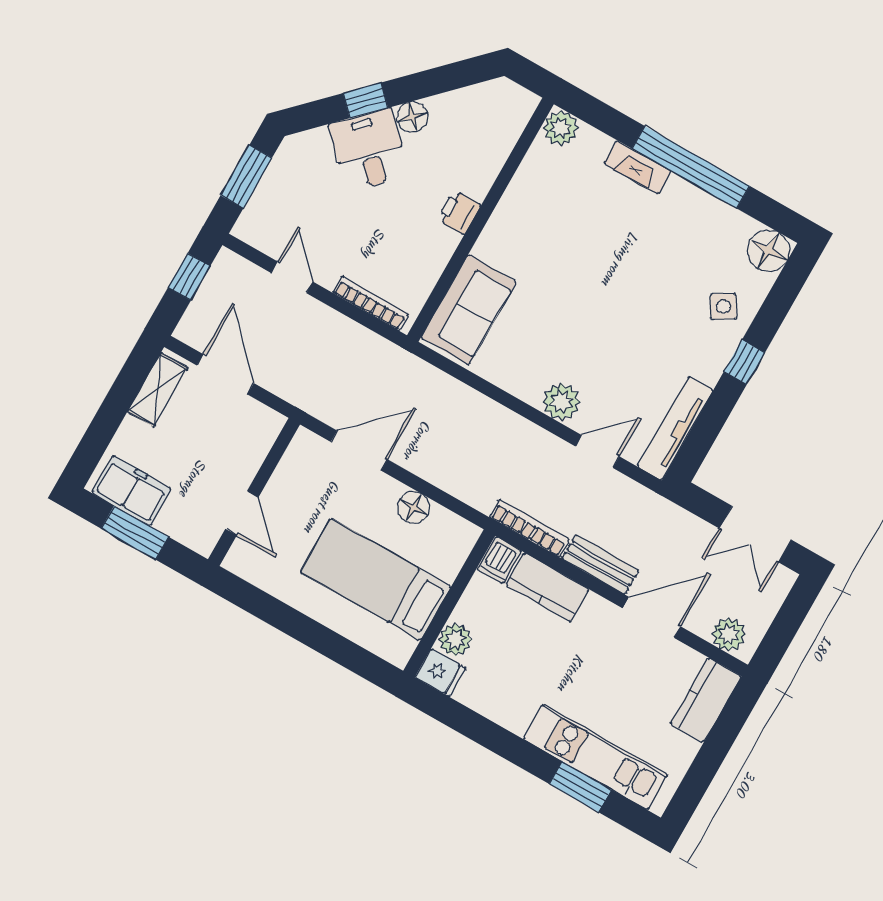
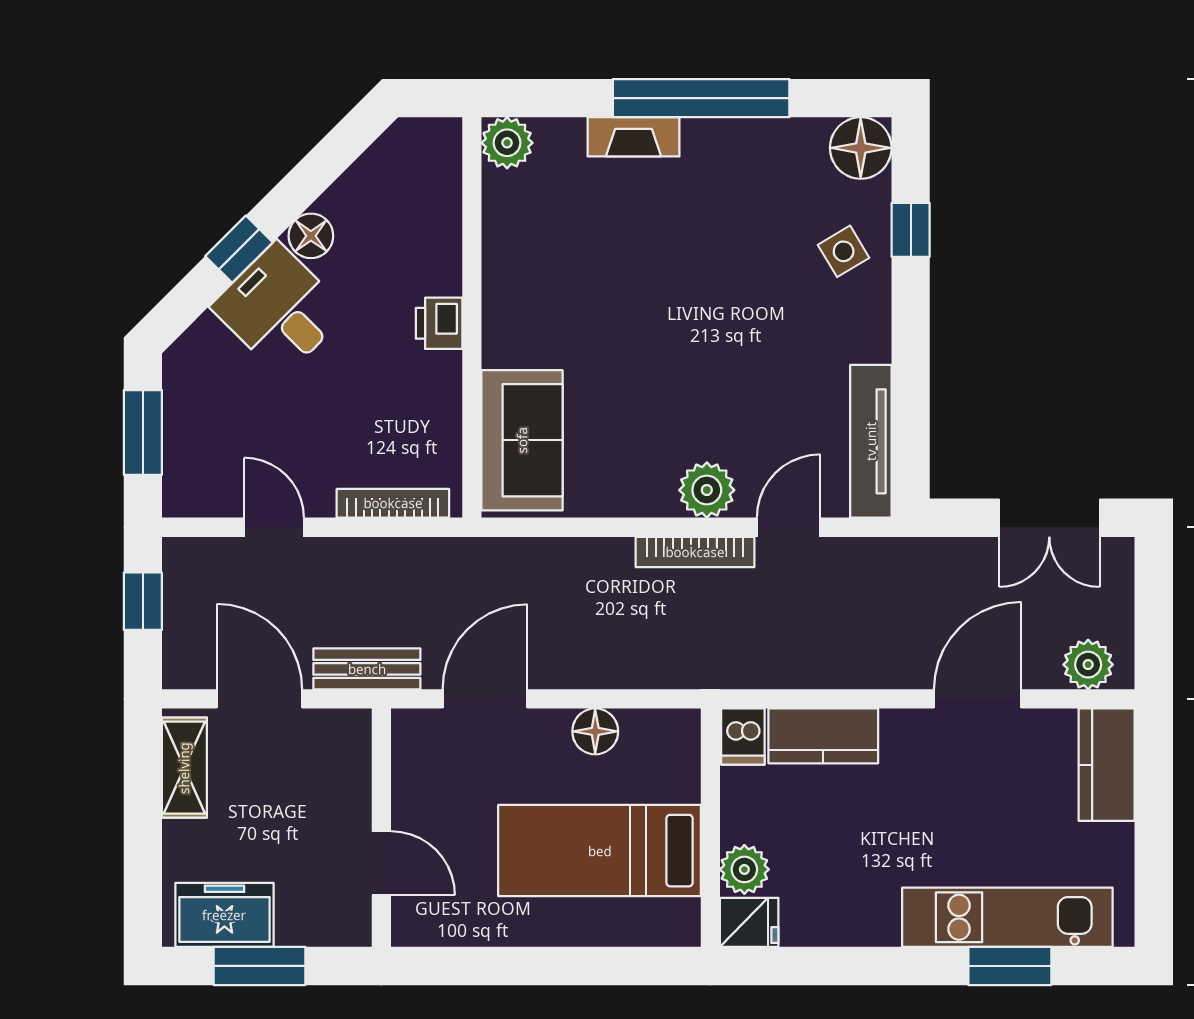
window: (744, 362) -> (911, 230), moved
bookcase: (529, 528) -> (695, 552), moved, turned 180
bench: (600, 565) -> (367, 669), moved

